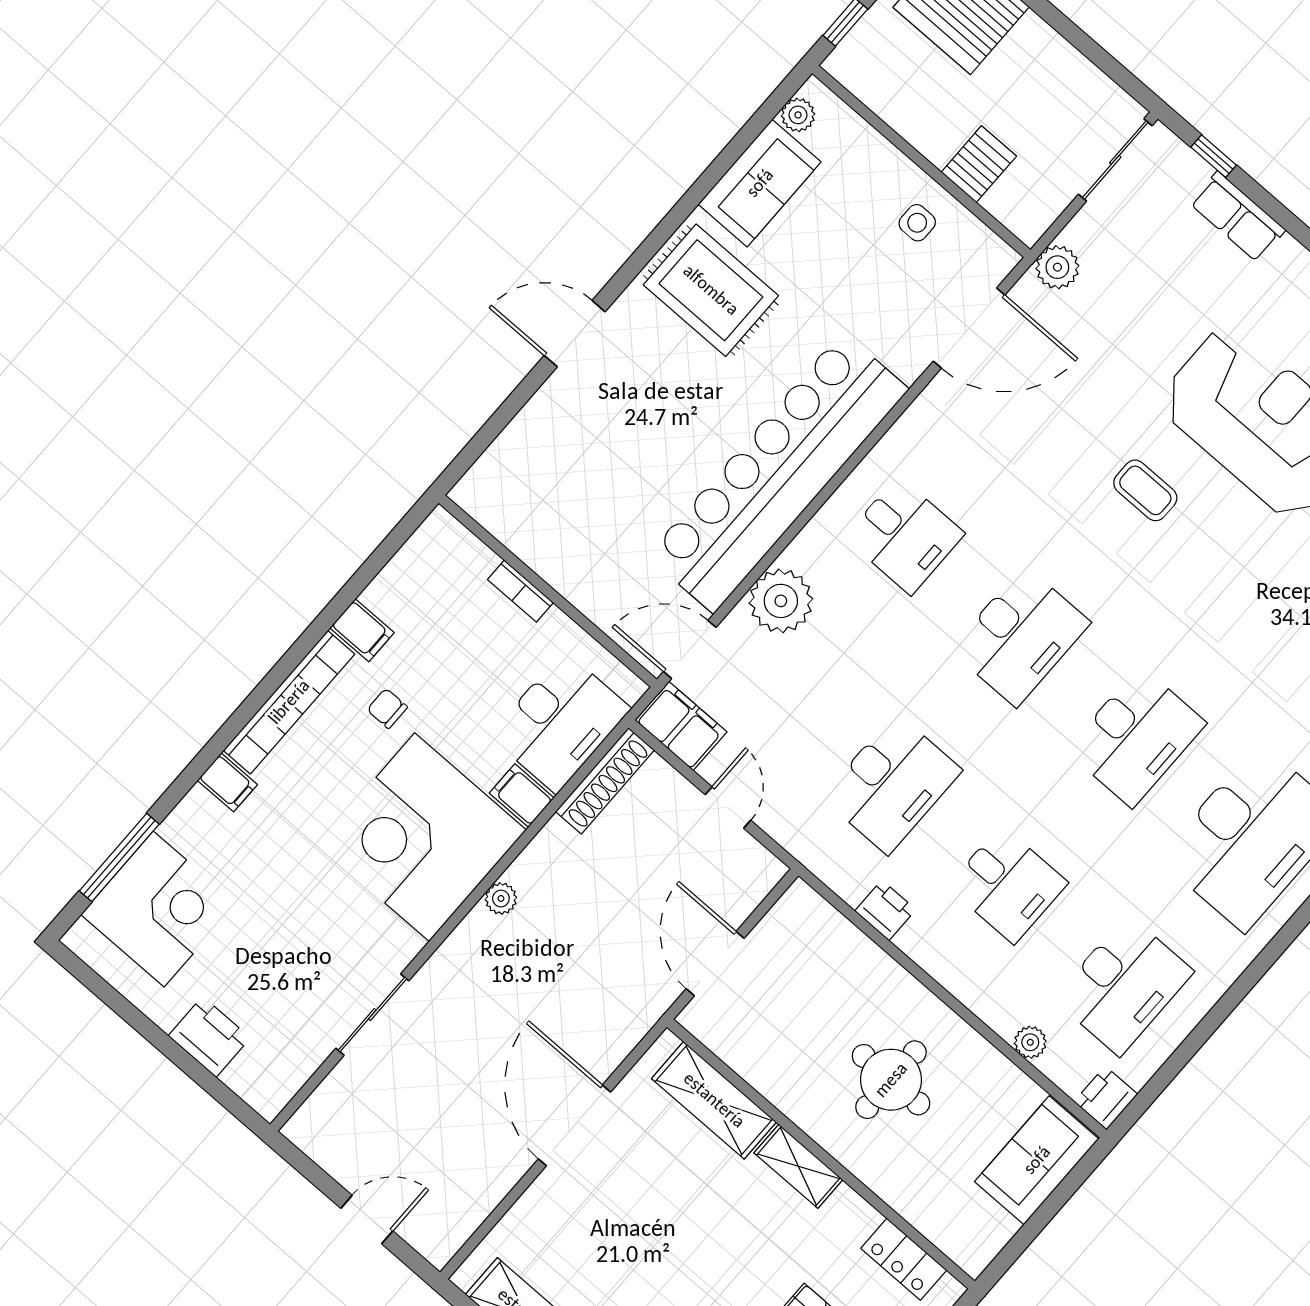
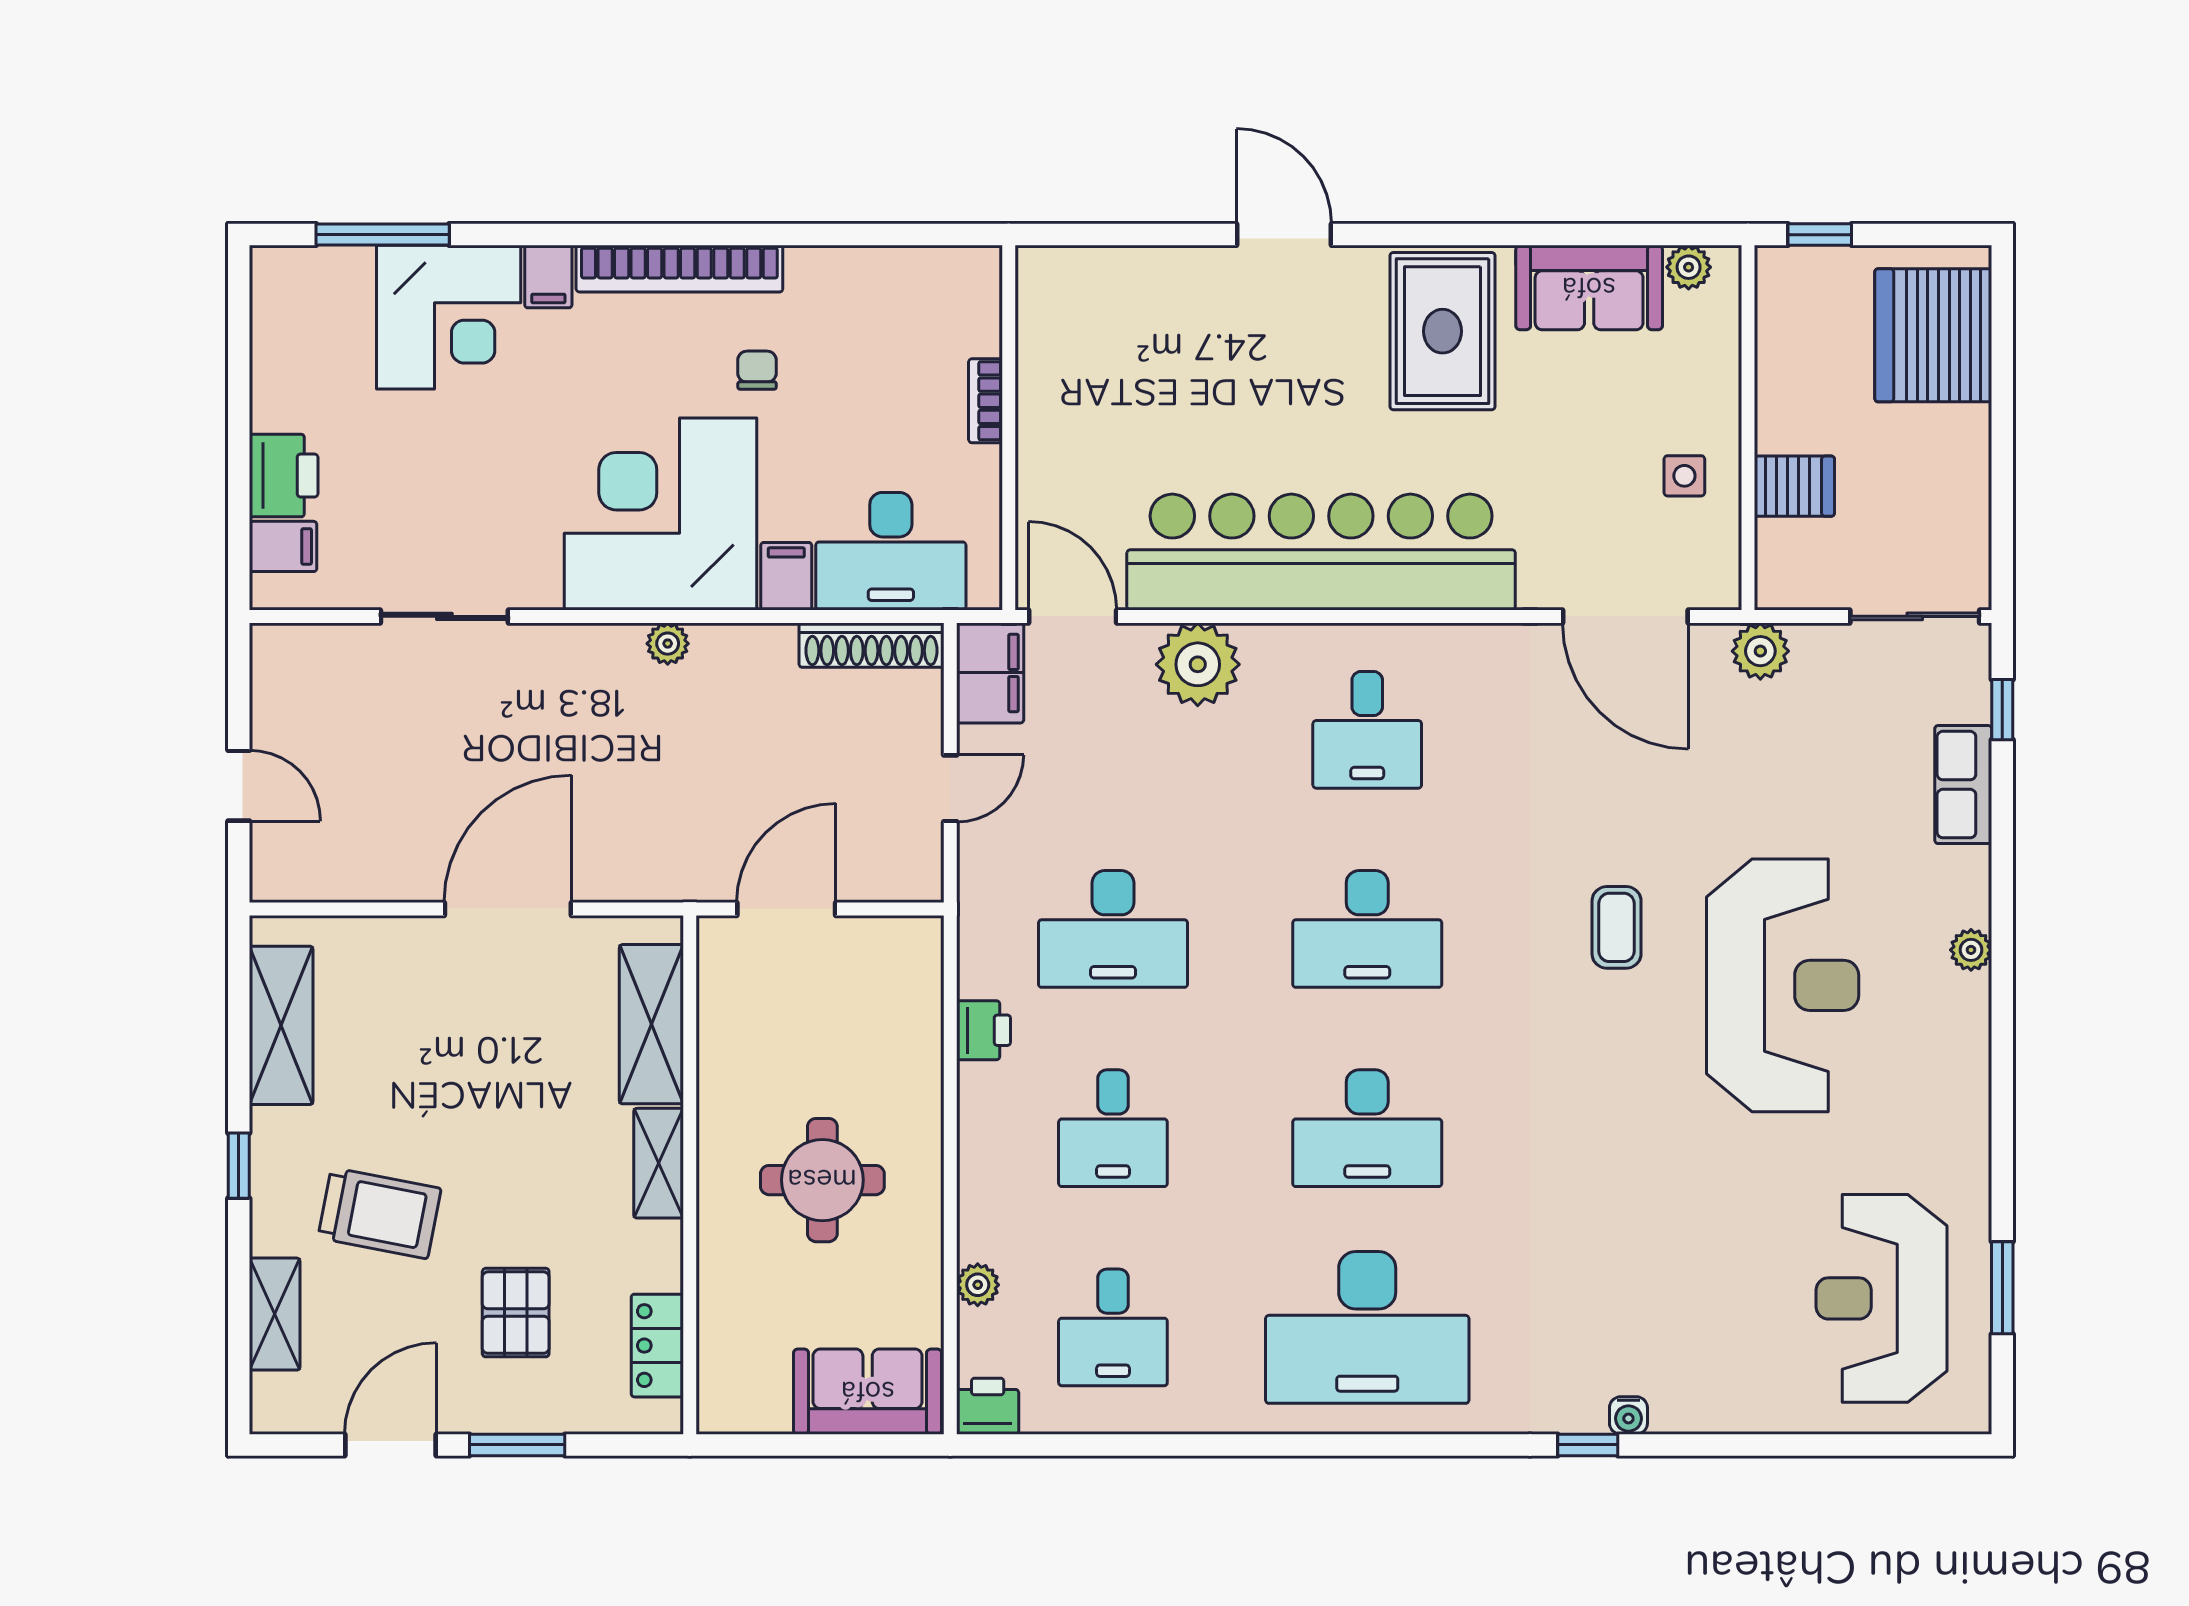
filing cabinet: (362, 630) -> (283, 546), moved, turned -90
corner desk: (159, 909) -> (449, 317), moved
desk: (1123, 985) -> (1113, 1327), width x0.73

